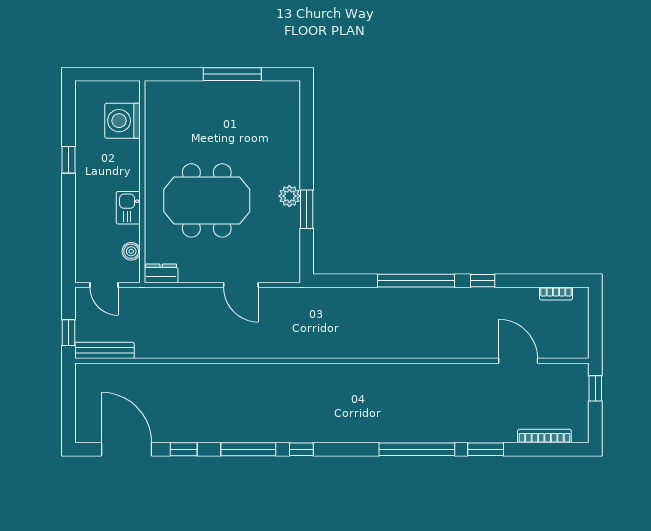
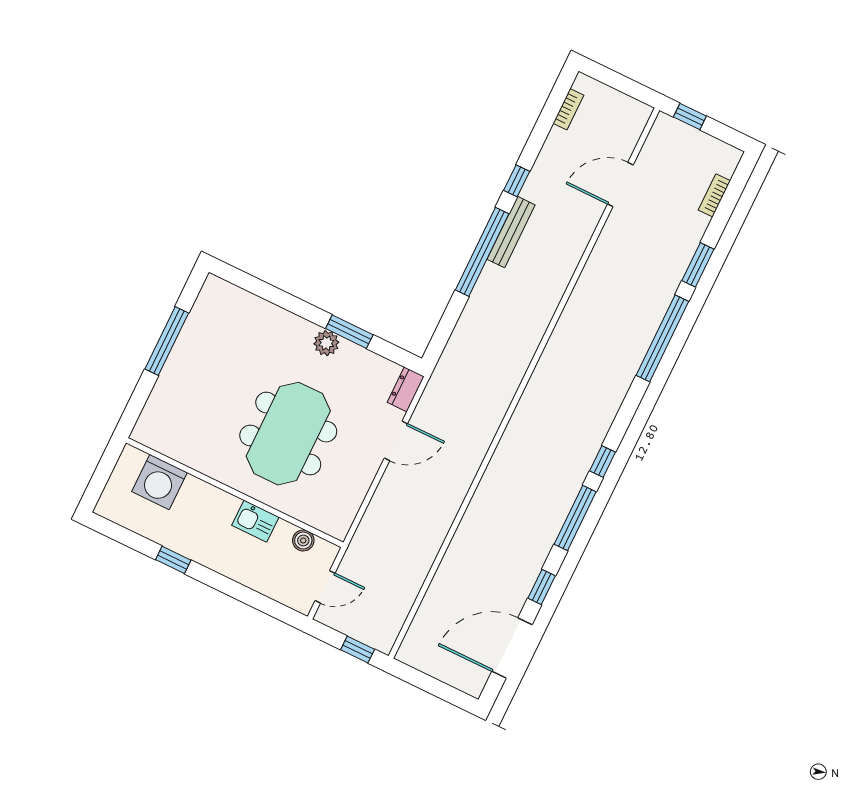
dresser: (161, 273) -> (406, 389), moved
bench: (104, 350) -> (511, 232), moved
bookcase: (544, 436) -> (714, 195), width x0.64

